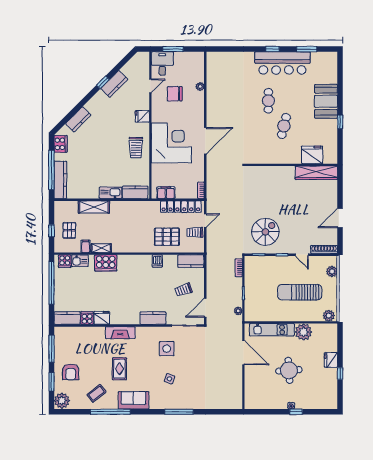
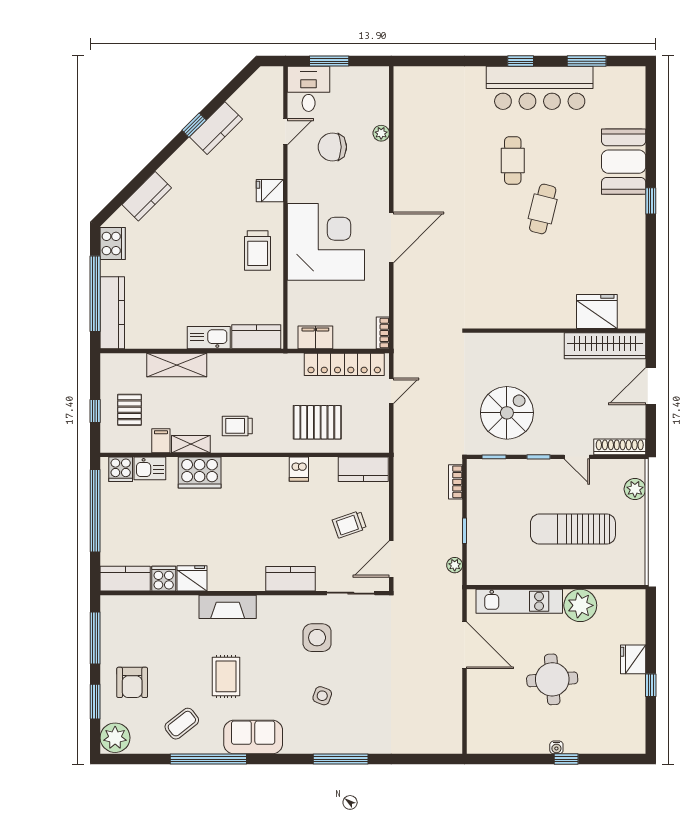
fridge: (312, 155) -> (597, 311), moved
wall: (291, 165) -> (556, 331), moved
wardrobe: (316, 173) -> (605, 346), moved
trolley: (195, 232) -> (237, 426), moved
plant: (329, 316) -> (629, 574), removed

